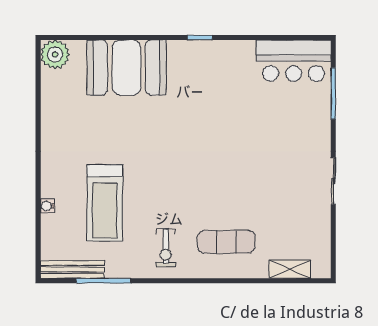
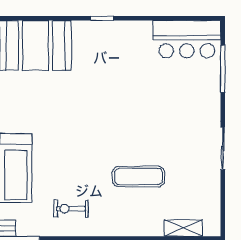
exercise mat: (226, 242) -> (138, 176), moved
exercise bike: (166, 248) -> (71, 209), turned 90

